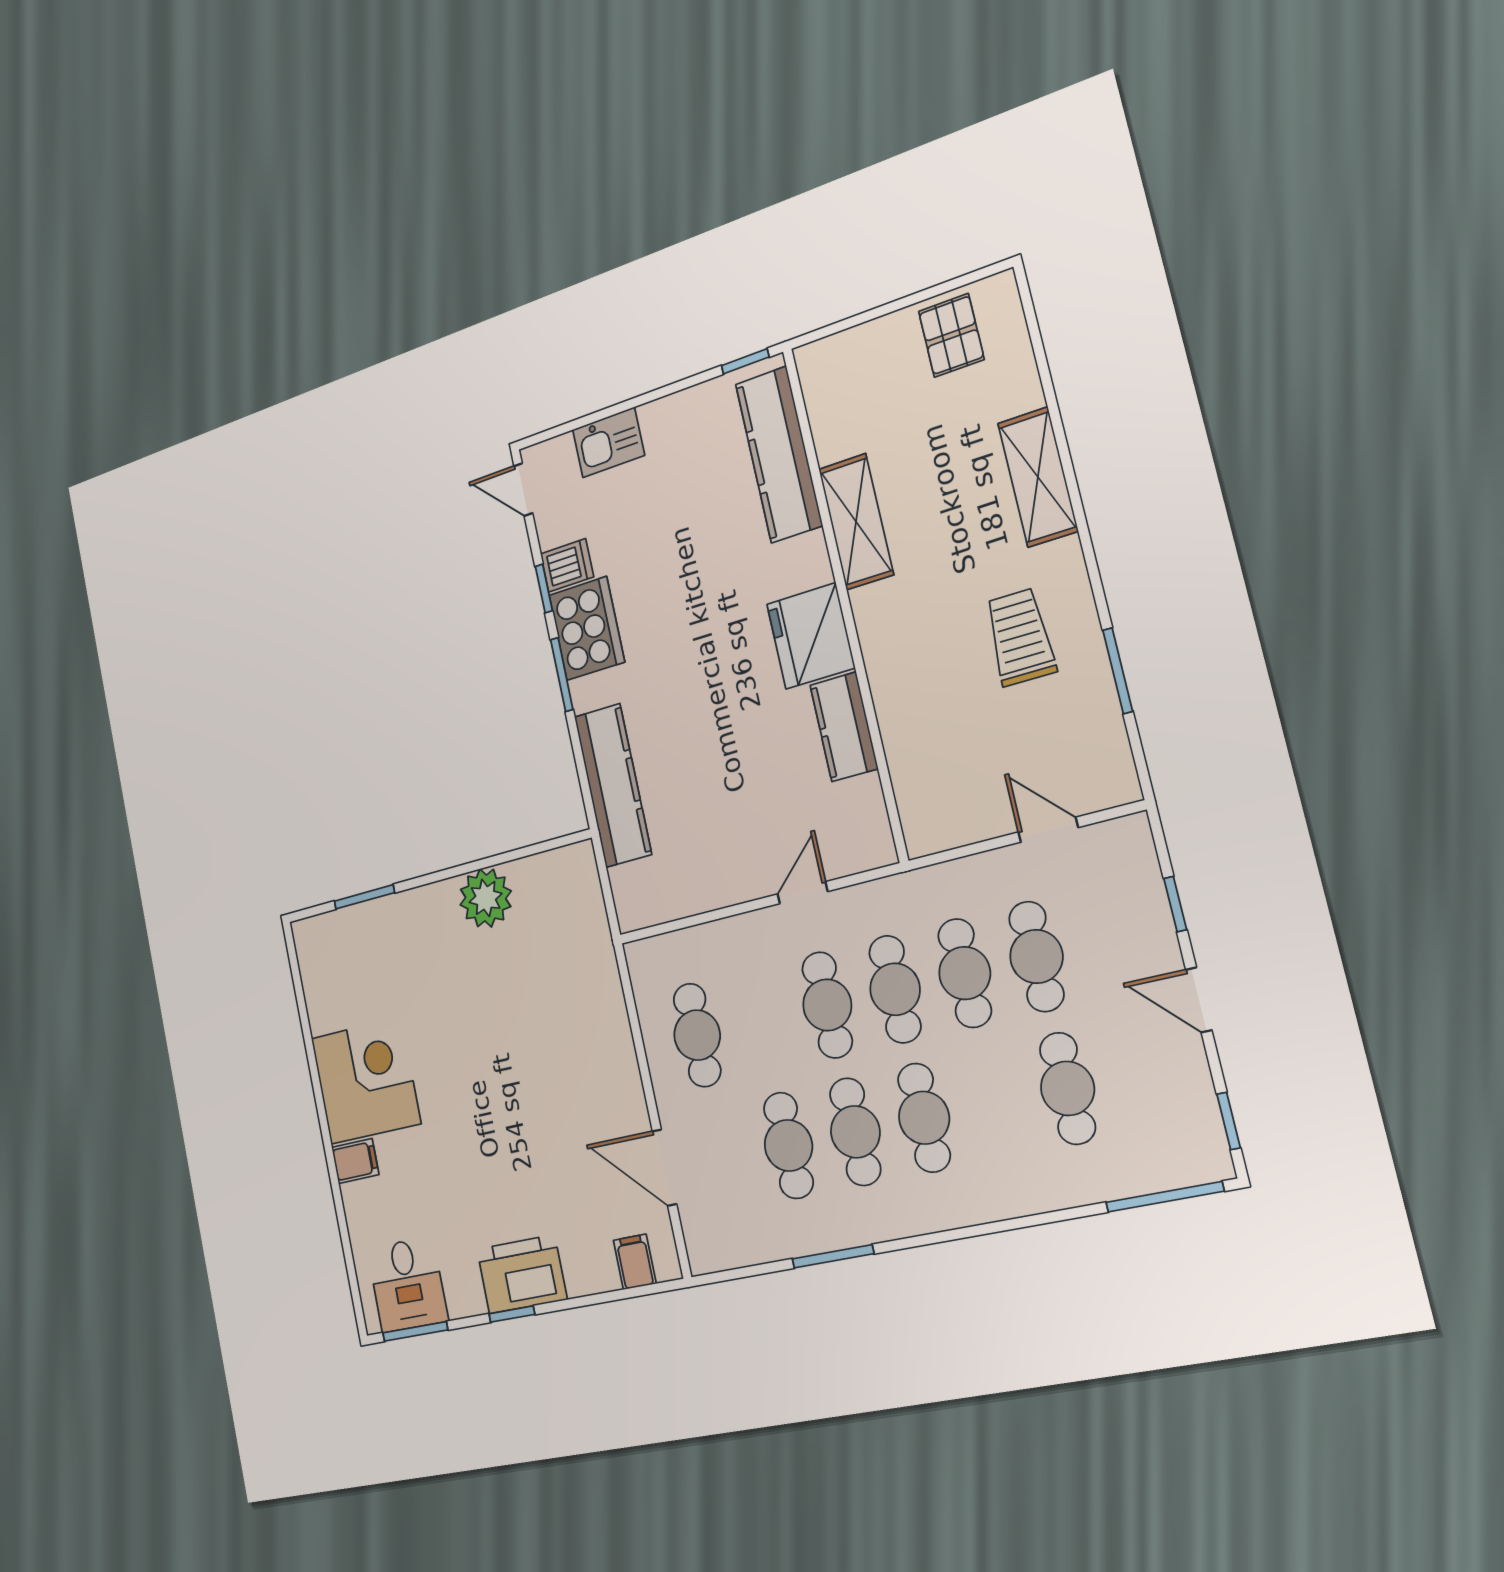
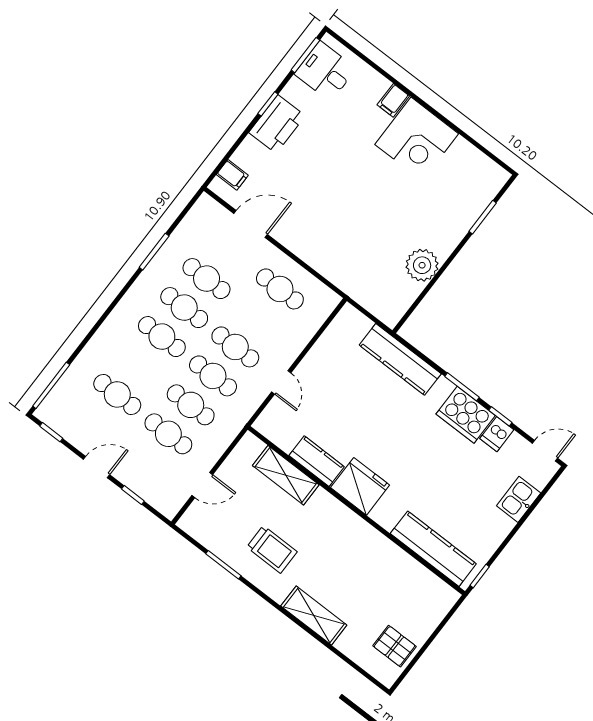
shelving: (856, 522) -> (286, 475), moved

